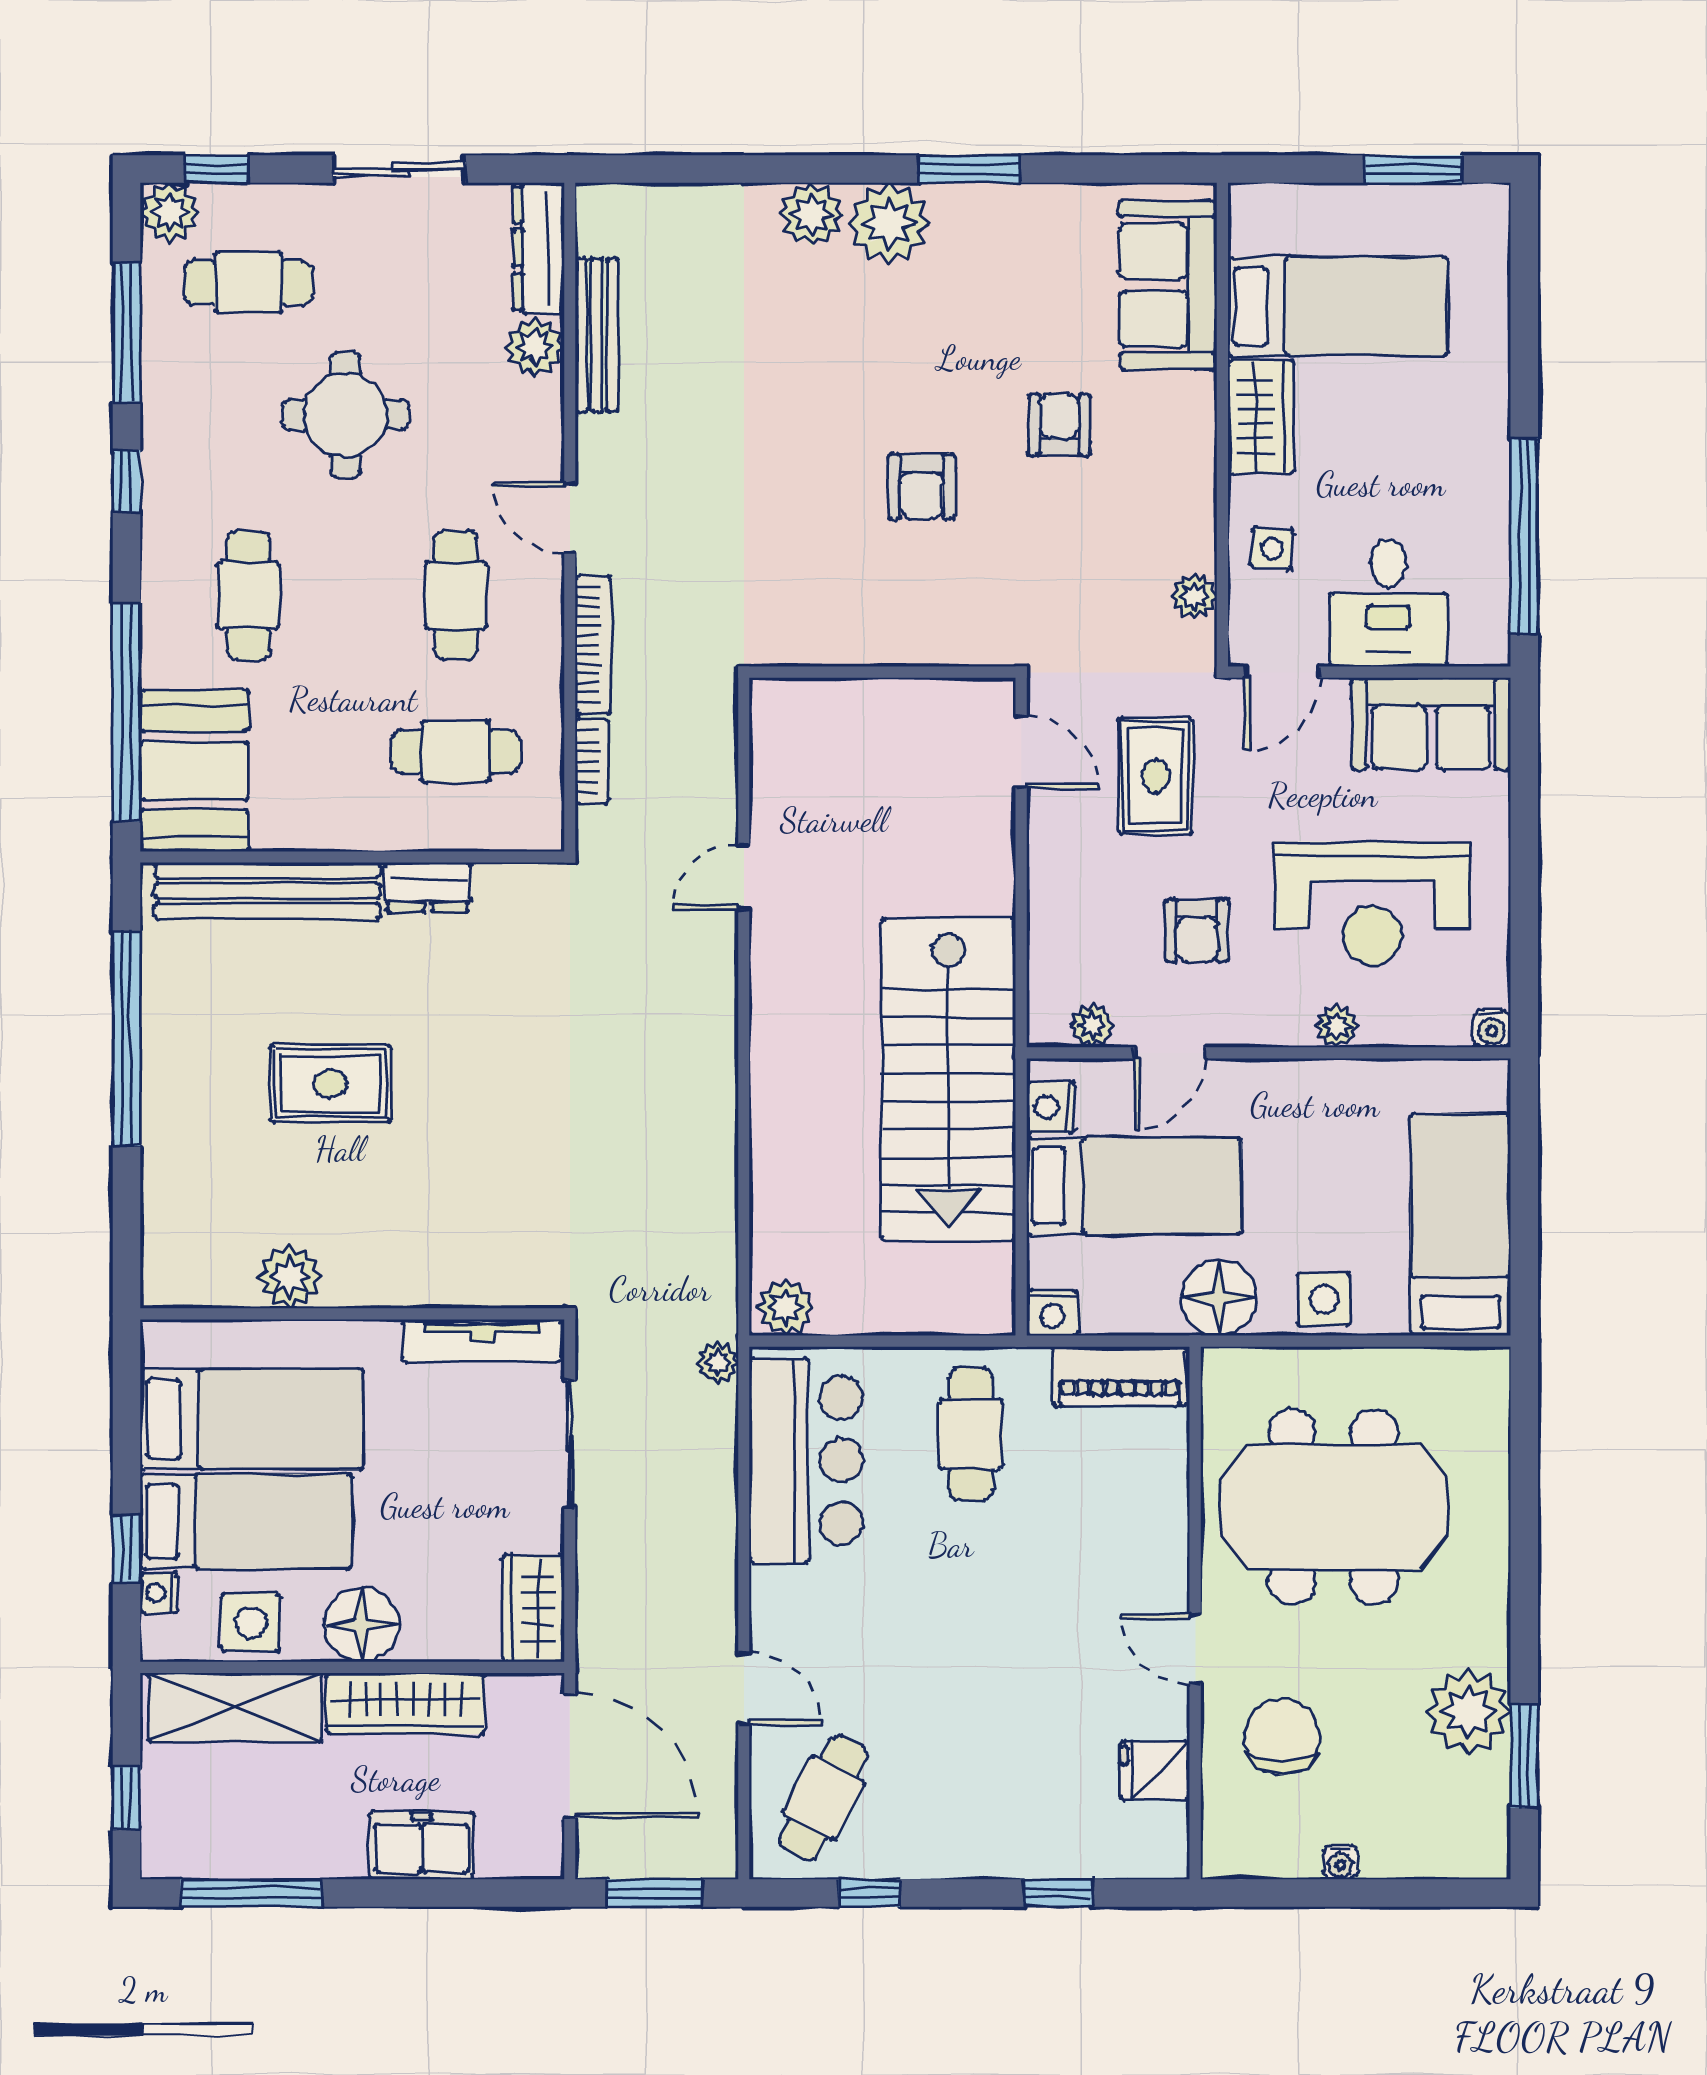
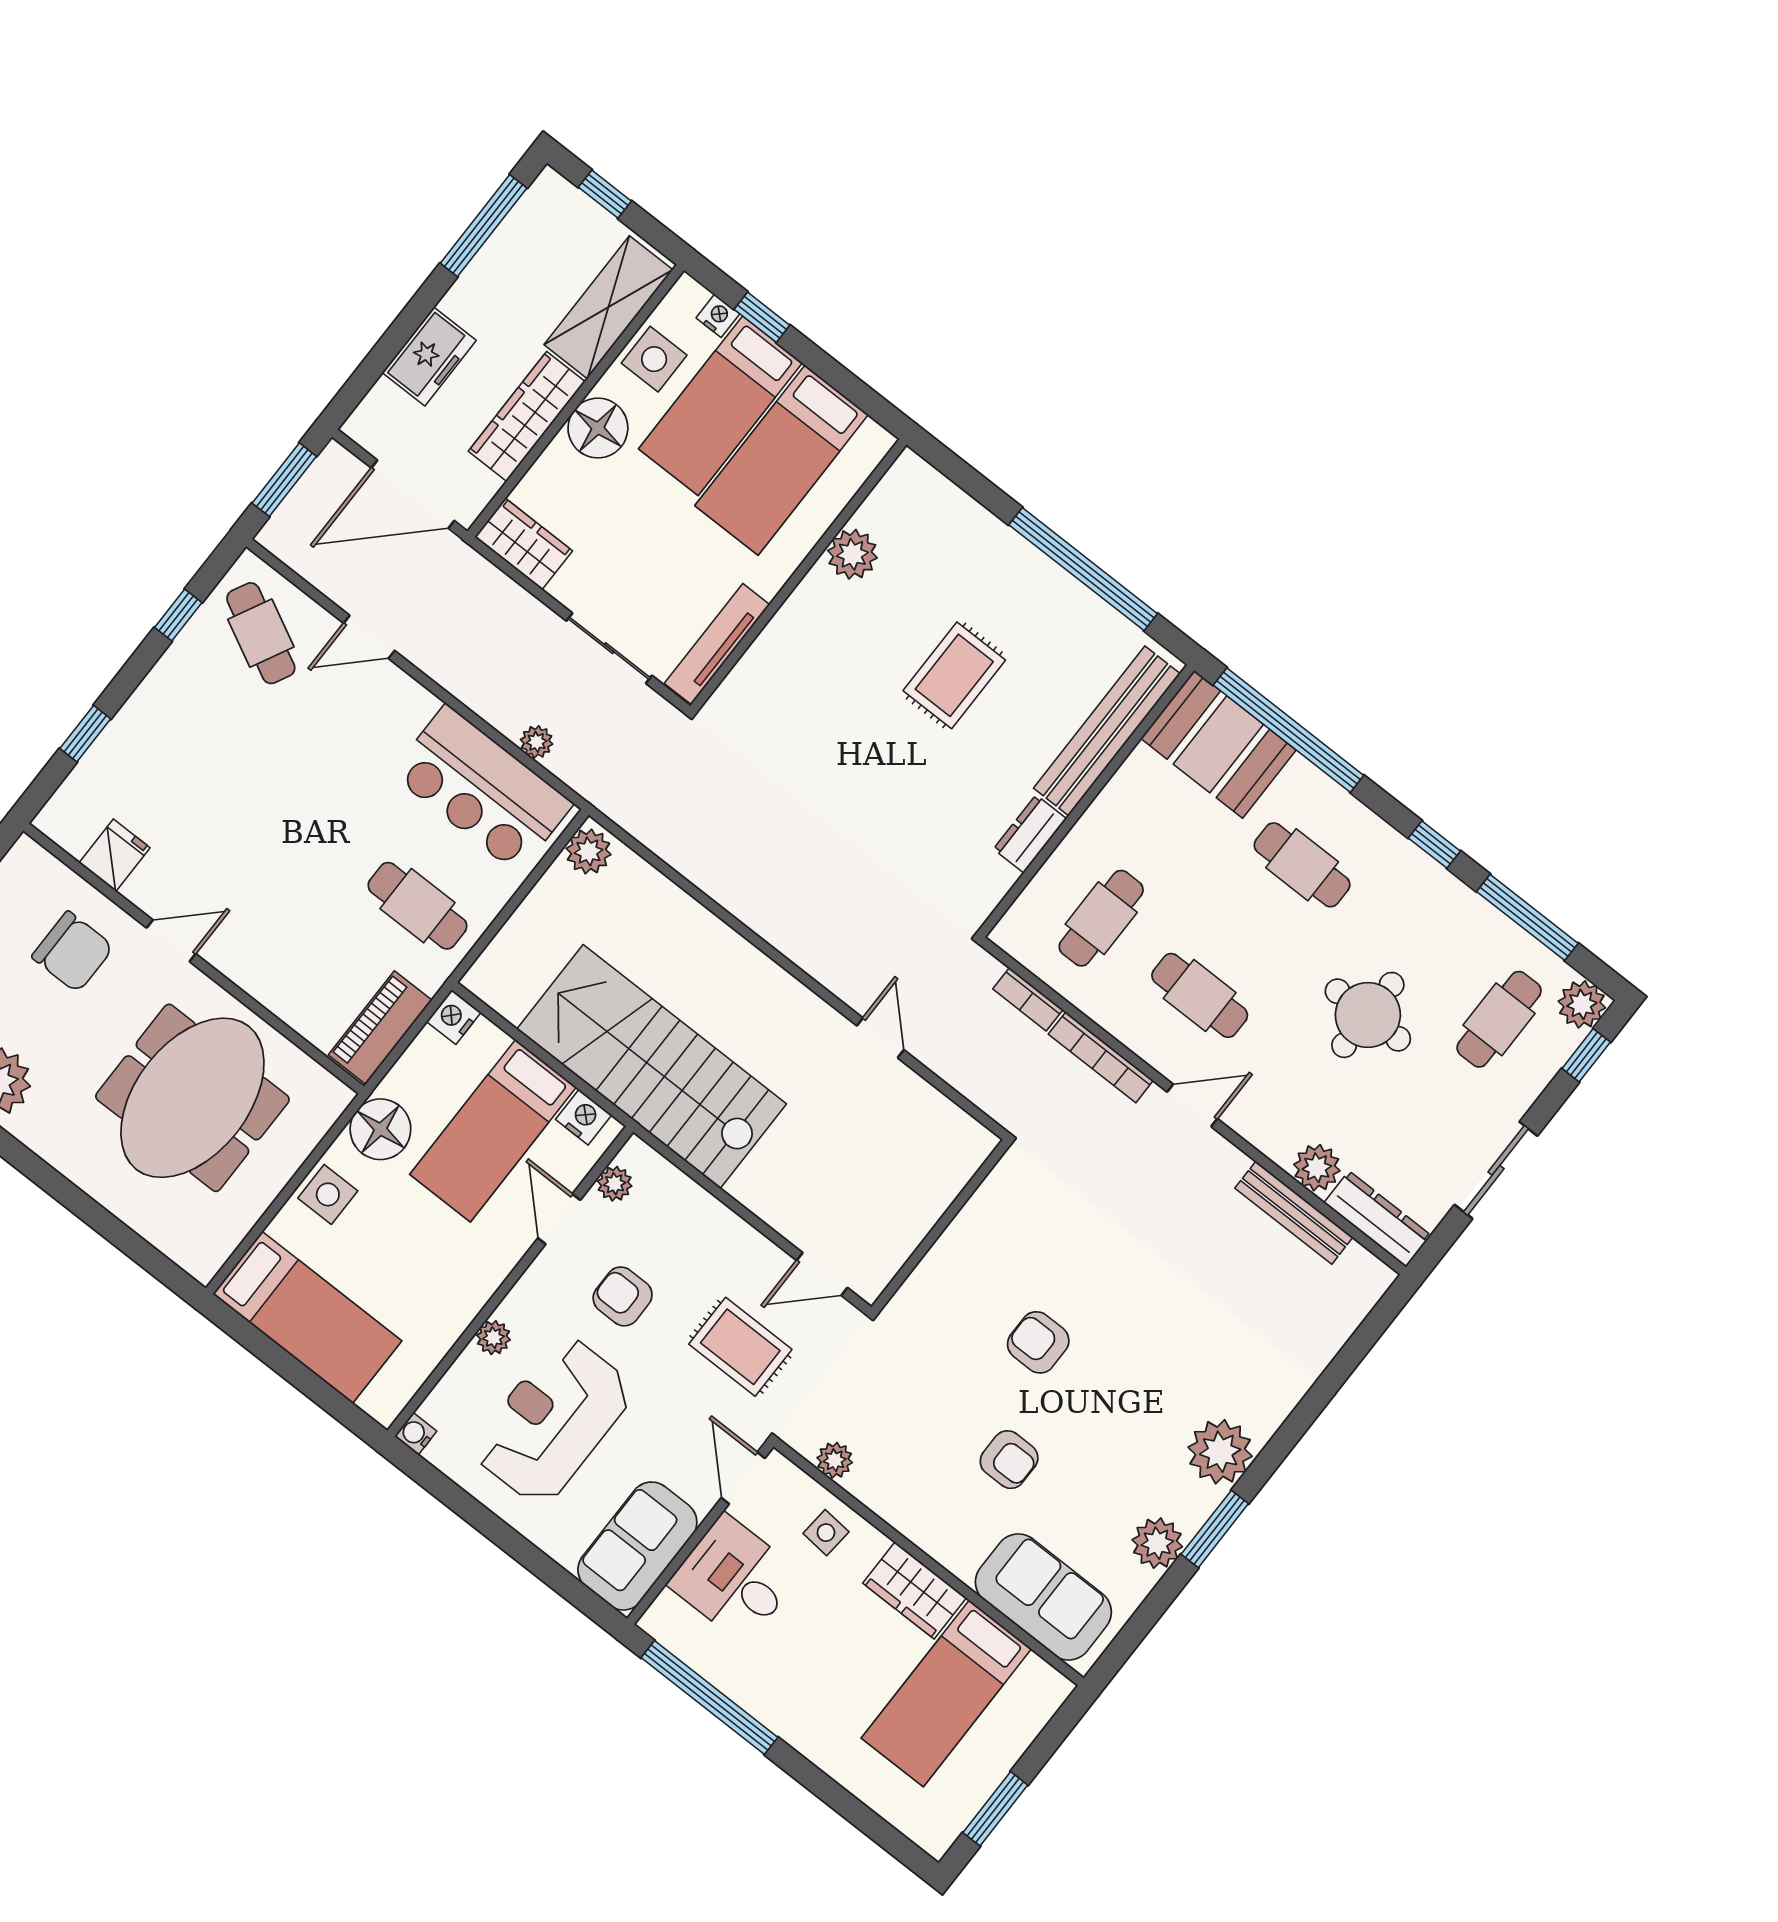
plant: (812, 215) -> (1157, 1543), moved
plant: (718, 1363) -> (537, 742), moved

